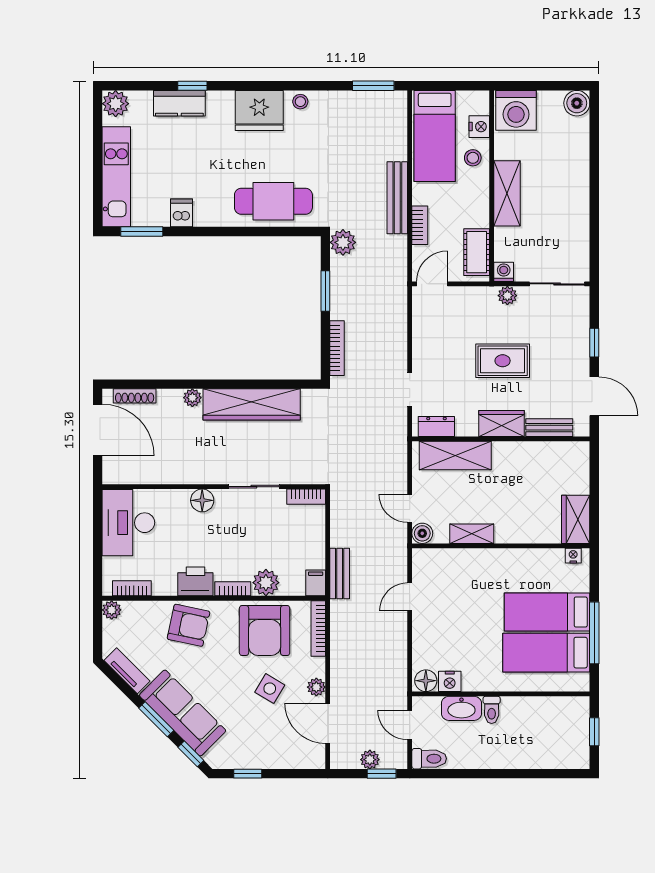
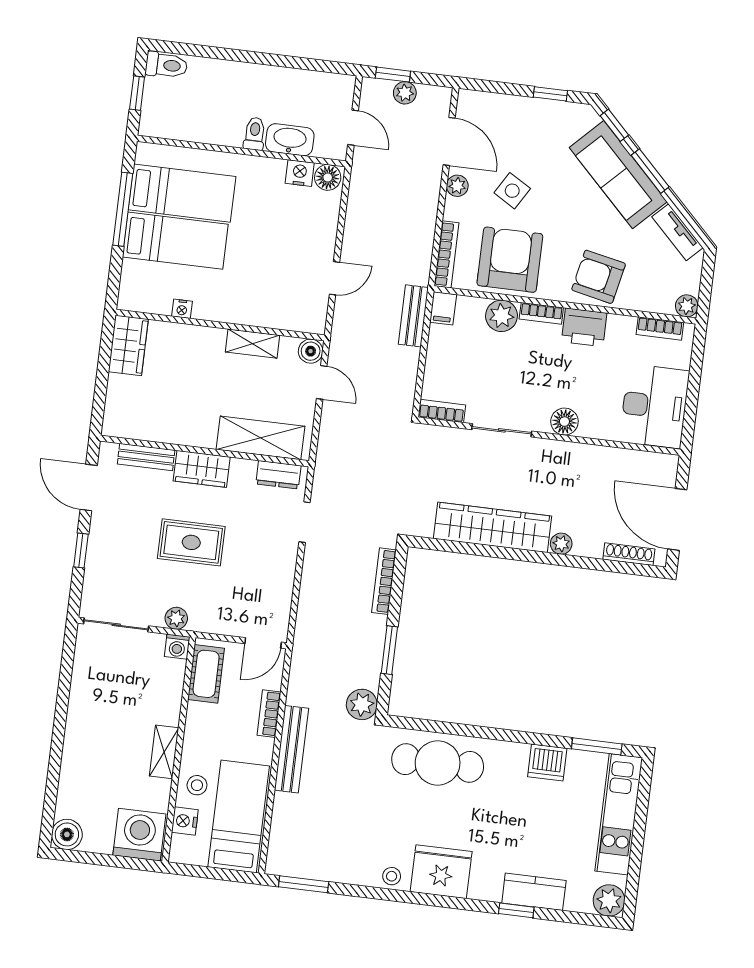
shelving: (507, 193) -> (164, 752), width x0.67, depth x0.75
dishwasher: (182, 213) -> (547, 762), width x1.38
nightstand: (573, 556) -> (182, 309), moved
toilet: (429, 759) -> (166, 65), moved, turned 180

